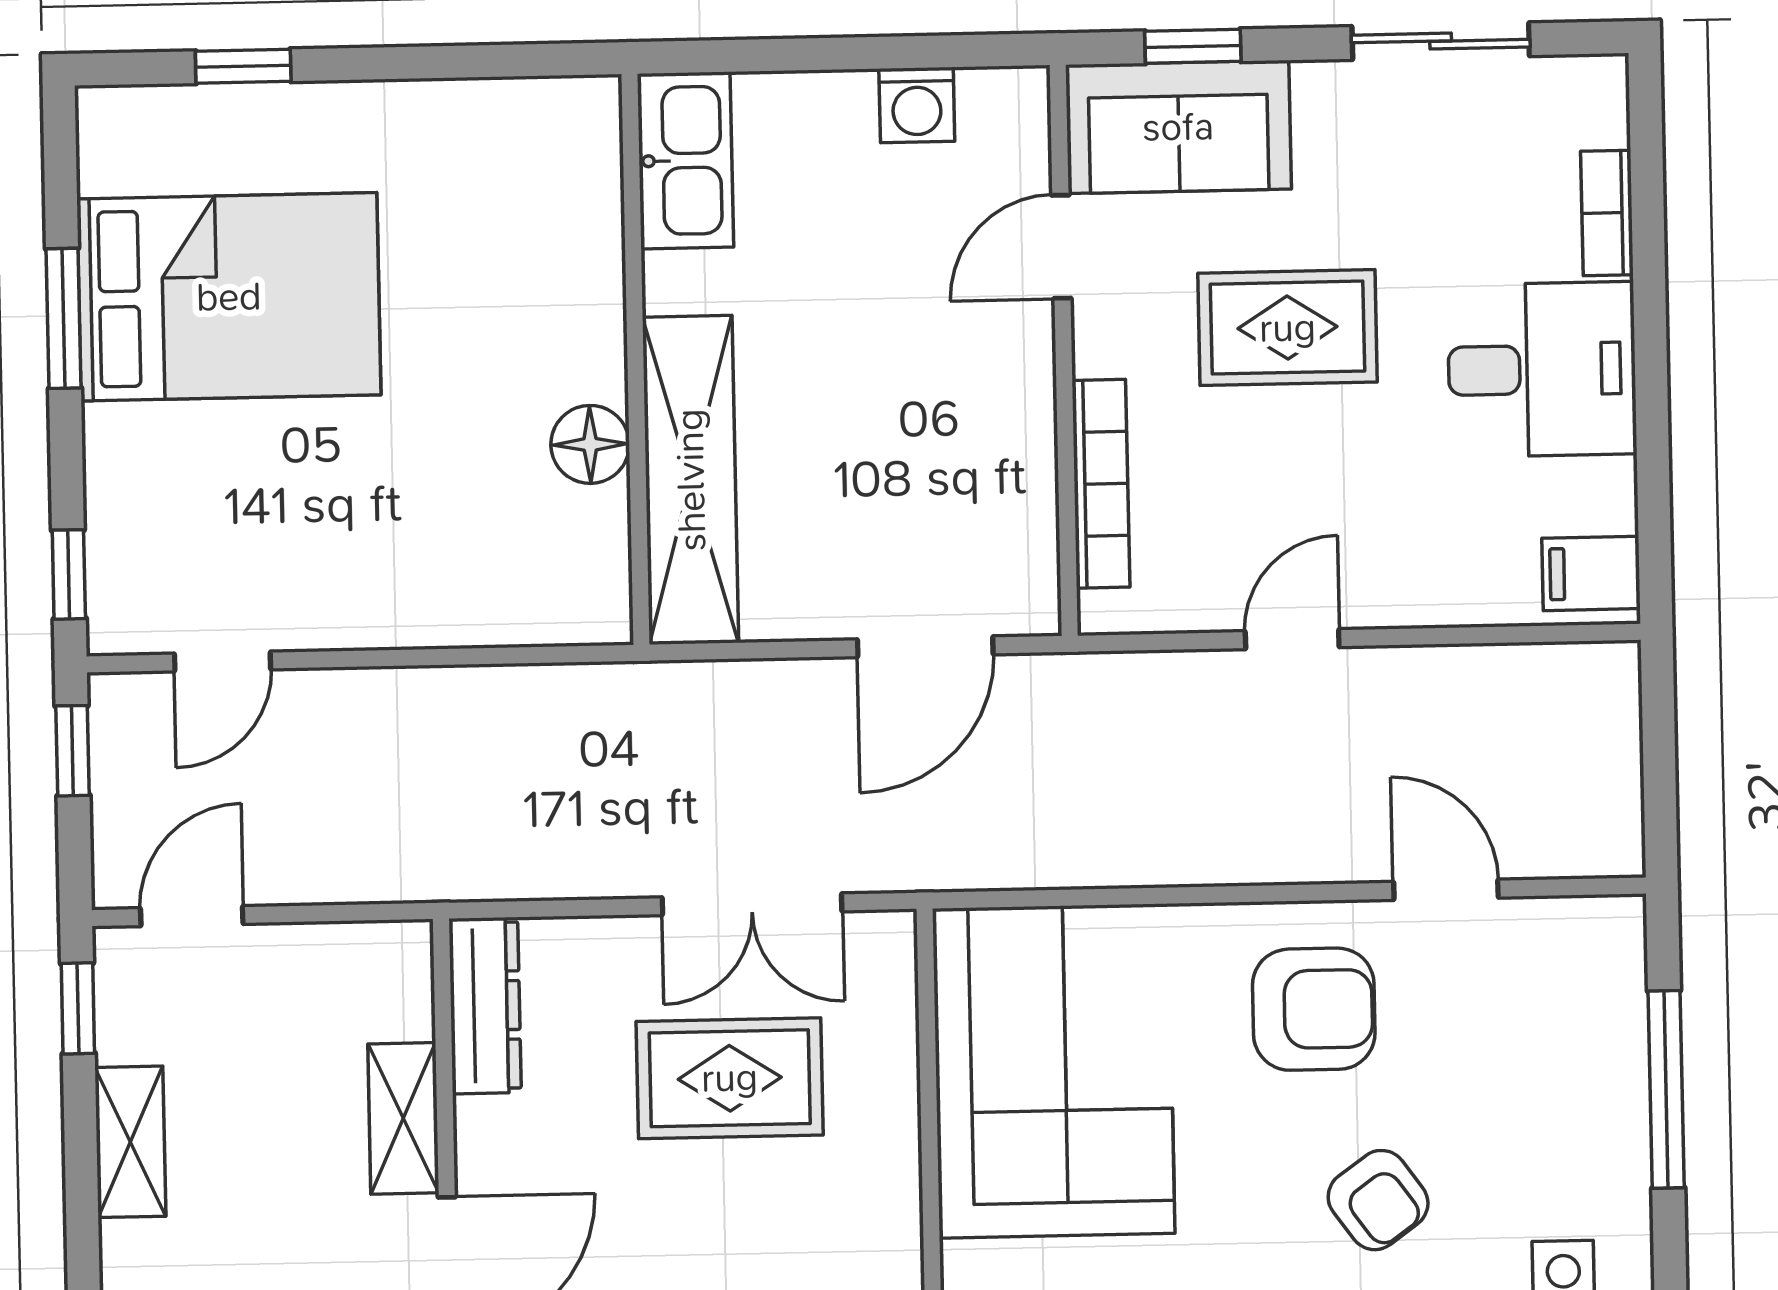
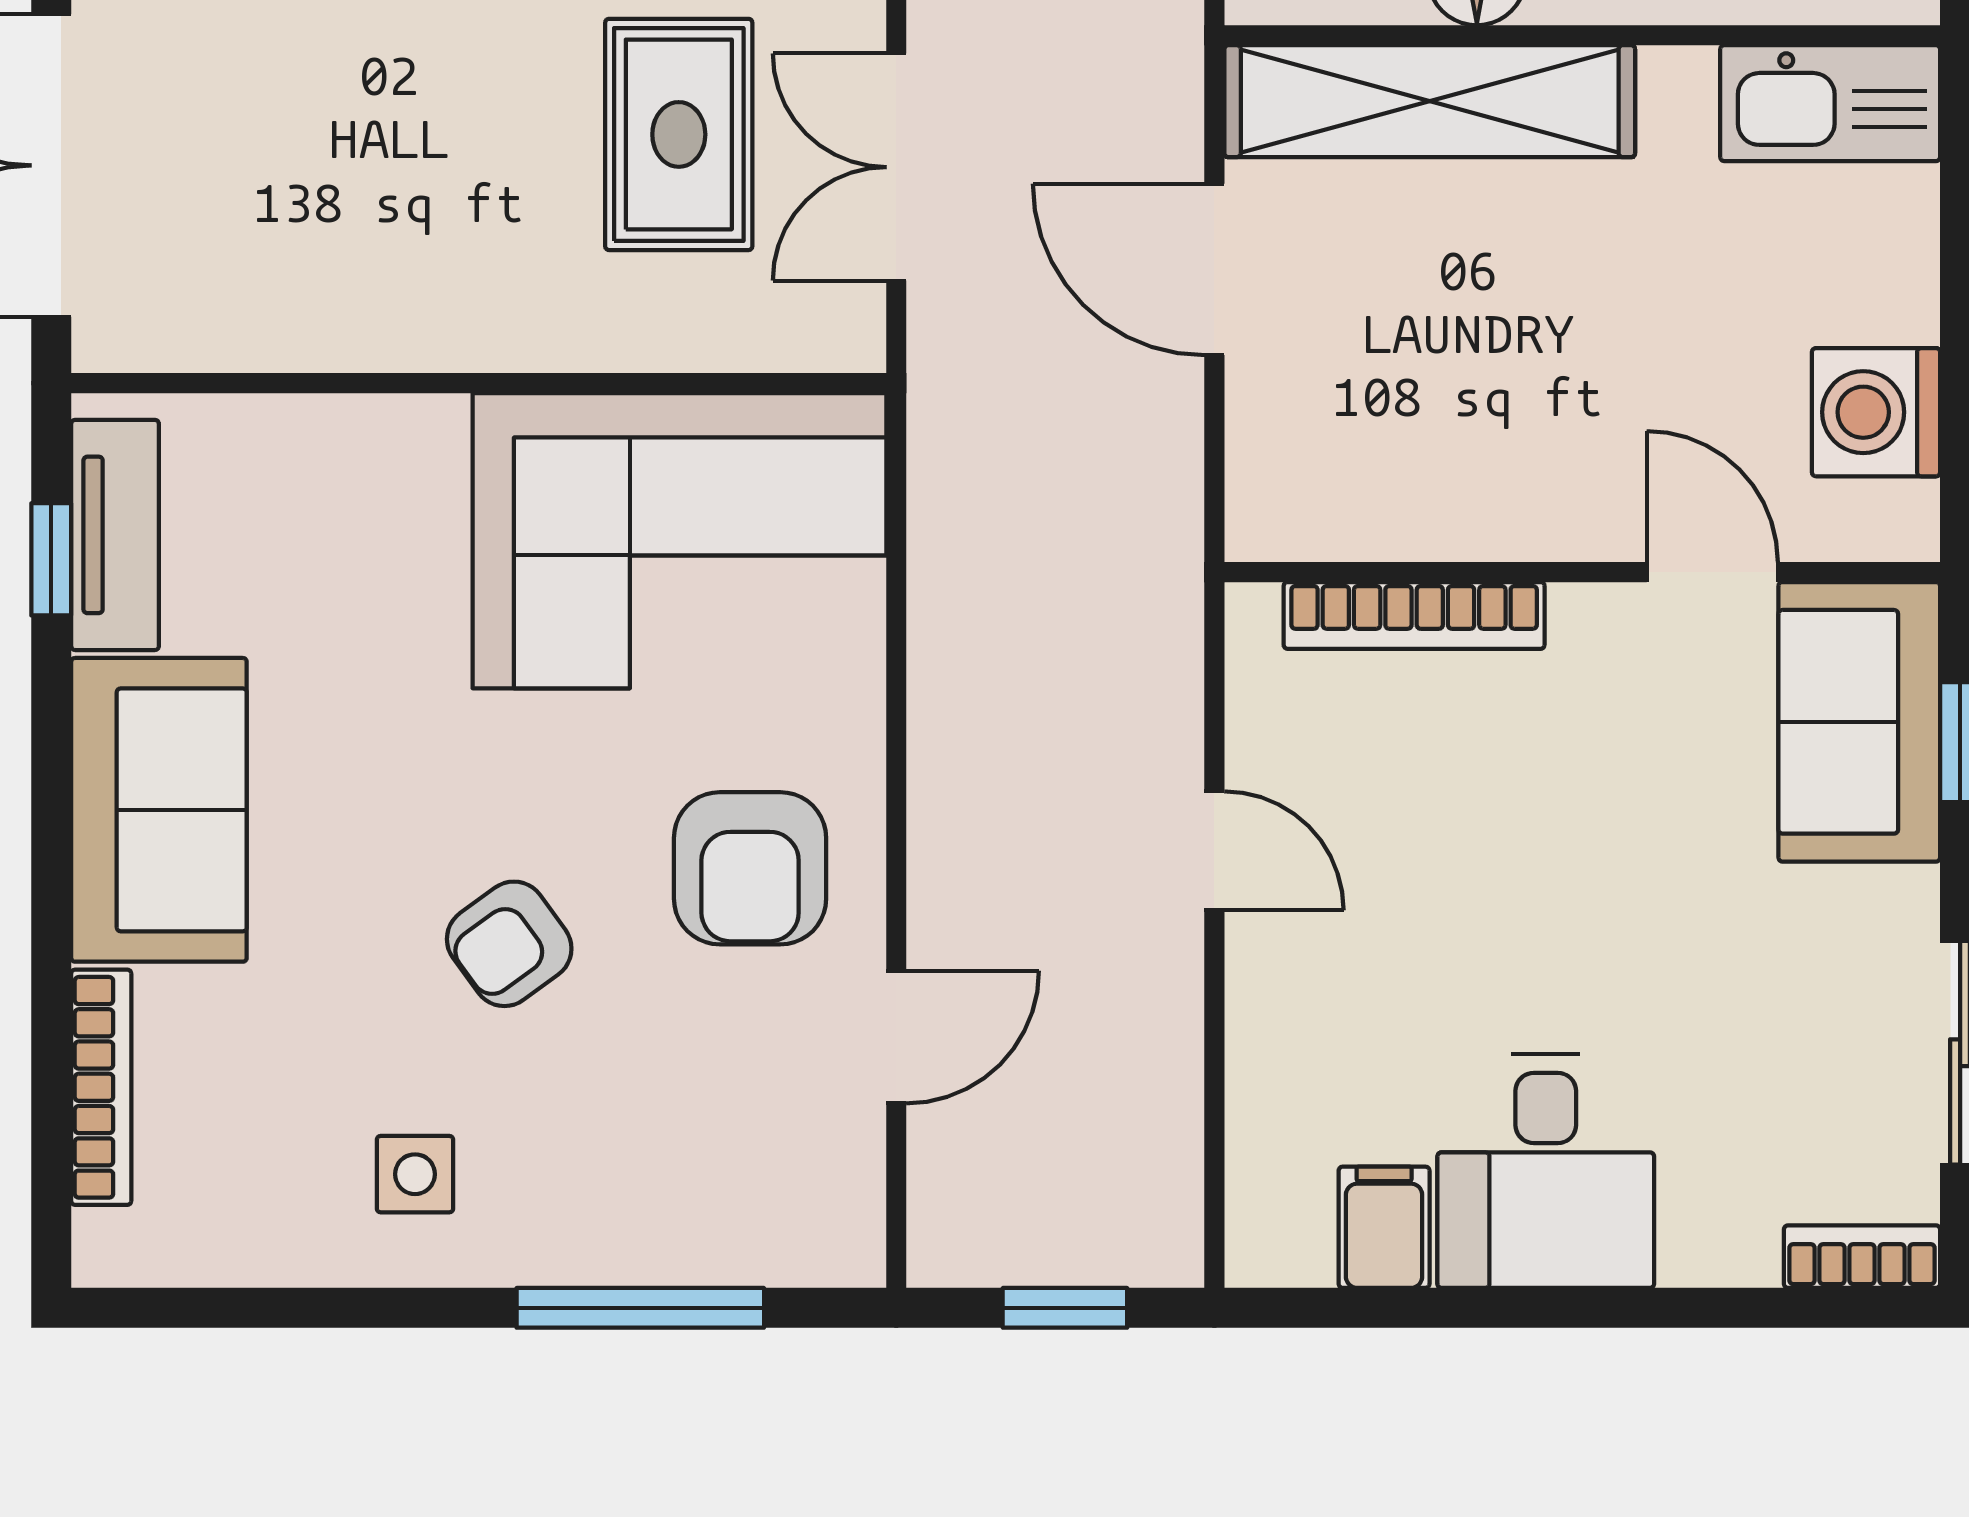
washing machine: (917, 105) -> (1876, 412), width x1.38, depth x1.38
bookcase: (1607, 213) -> (1862, 1257), moved
rug: (1288, 328) -> (1605, 853), removed
filing cabinet: (1591, 573) -> (1384, 1227), moved
door: (925, 647) -> (1214, 269), moved
window: (1659, 751) -> (1065, 1308), added

